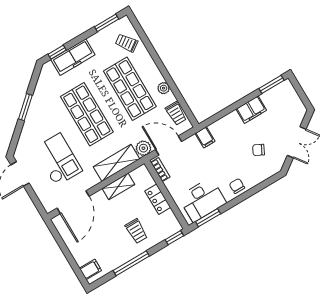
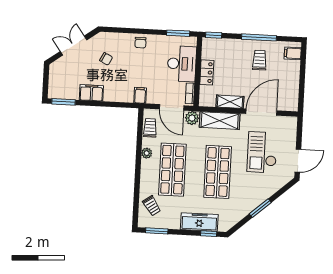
desk: (202, 200) -> (182, 64), moved, turned 90
door: (73, 202) -> (261, 112), moved
trolley: (136, 231) -> (260, 60), moved

